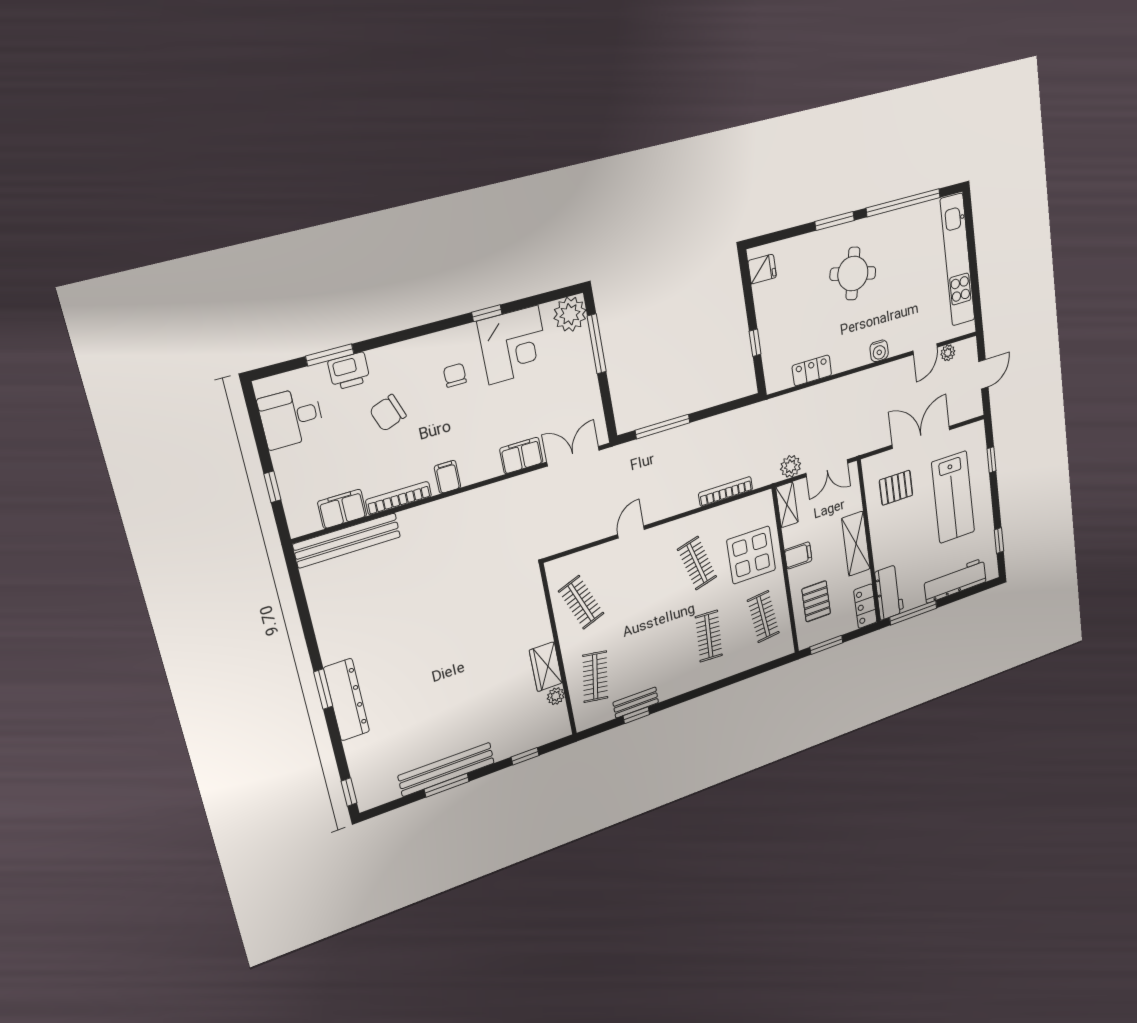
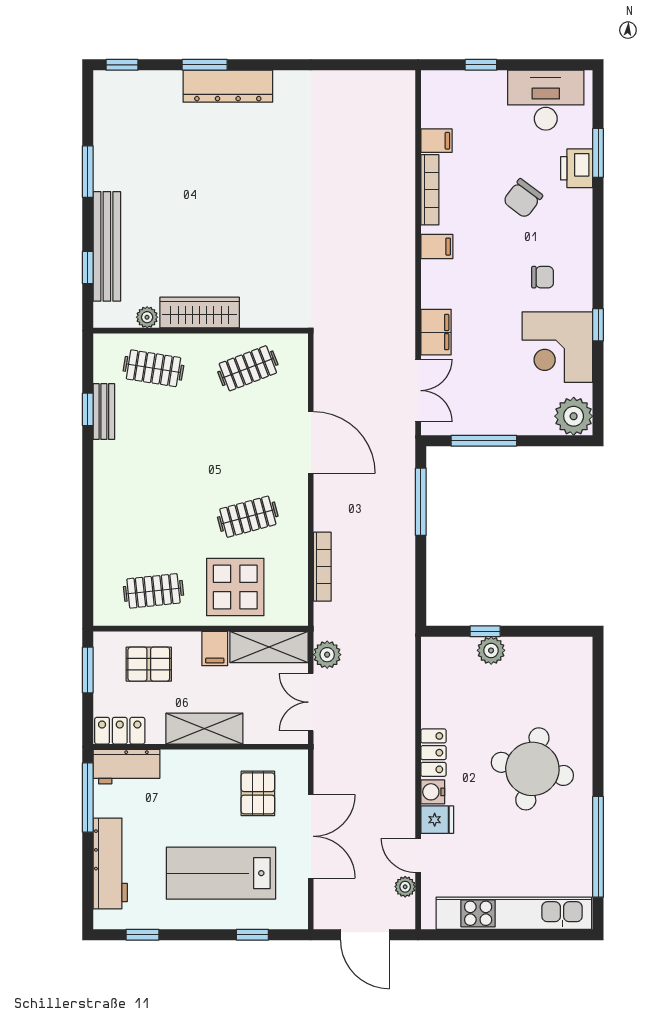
window: (835, 221) -> (598, 753), removed
fridge: (762, 269) -> (437, 820), moved, turned -90
round table: (853, 274) -> (532, 769), width x1.36, depth x1.36
plant: (769, 333) -> (491, 650), added
window: (597, 344) -> (484, 441), moved
locker: (812, 370) -> (433, 753), moved
door: (983, 374) -> (365, 935), width x1.38
chair: (388, 413) -> (523, 198), turned -123
desk: (291, 417) -> (546, 100), width x1.37
shelving: (787, 505) -> (269, 647), width x1.50, depth x1.33
filing cabinet: (342, 509) -> (436, 141), width x0.50
door: (631, 532) -> (311, 442), width x1.88
bench: (347, 541) -> (401, 126), removed
clothes rail: (709, 636) -> (153, 517), removed
wardrobe: (546, 667) -> (200, 313), width x1.50
window: (323, 689) -> (205, 65), moved
bench: (446, 769) -> (107, 246), moved

